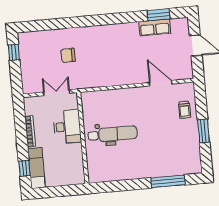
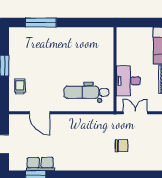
double door: (57, 93) -> (135, 113), swing flipped
dental chair: (113, 134) -> (86, 92), moved

